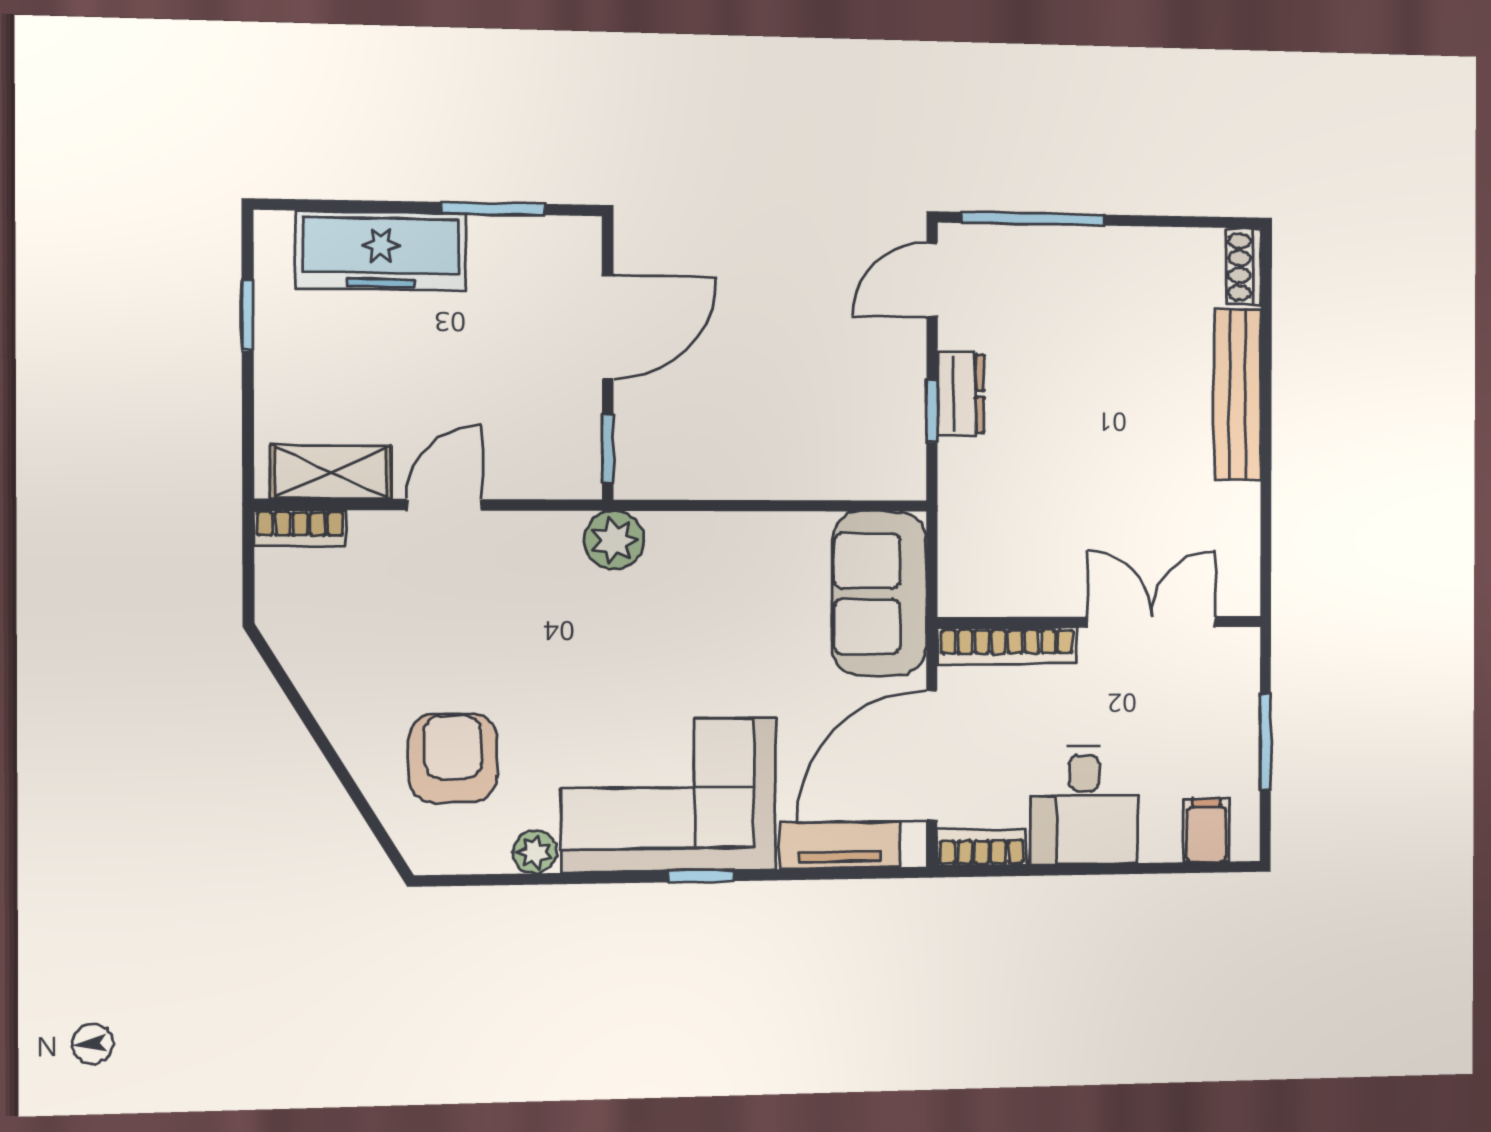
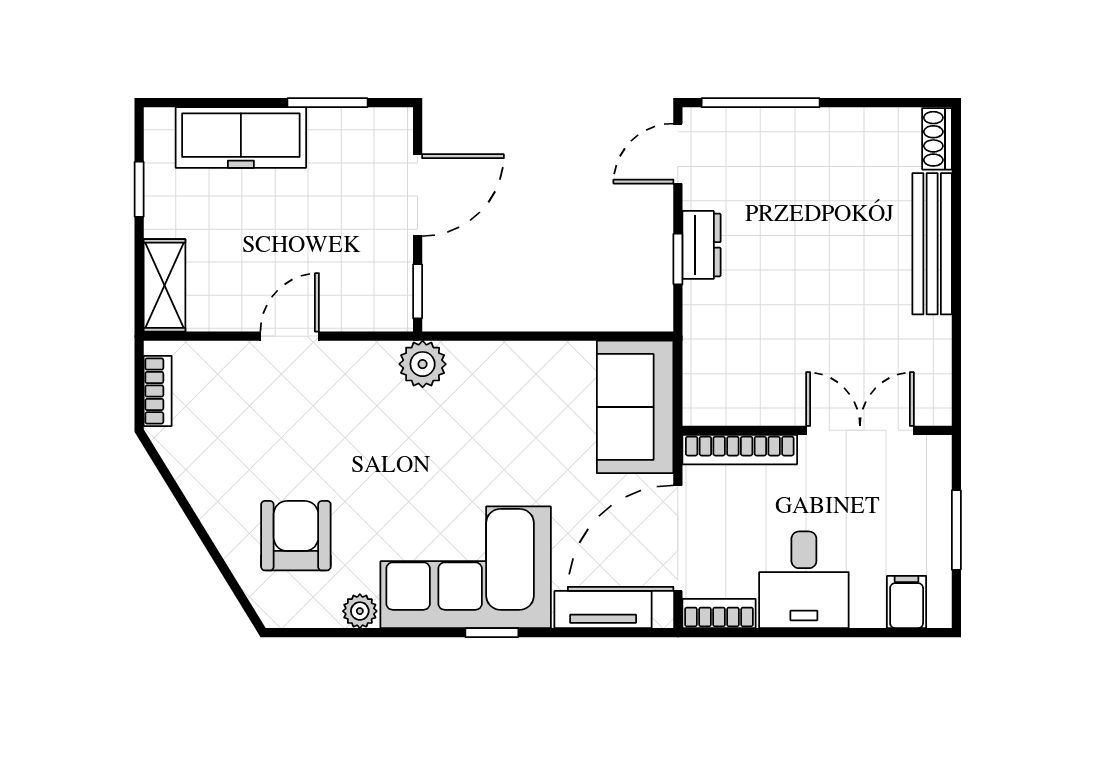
shelving: (331, 472) -> (164, 285), moved, turned 90
bookcase: (300, 528) -> (158, 391), moved, turned -90

